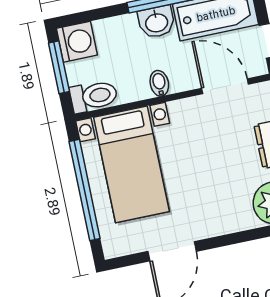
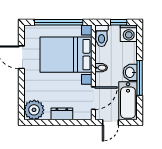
window: (59, 67) -> (119, 22), width x0.67
bed with nightstands: (131, 164) -> (66, 55), width x1.36

